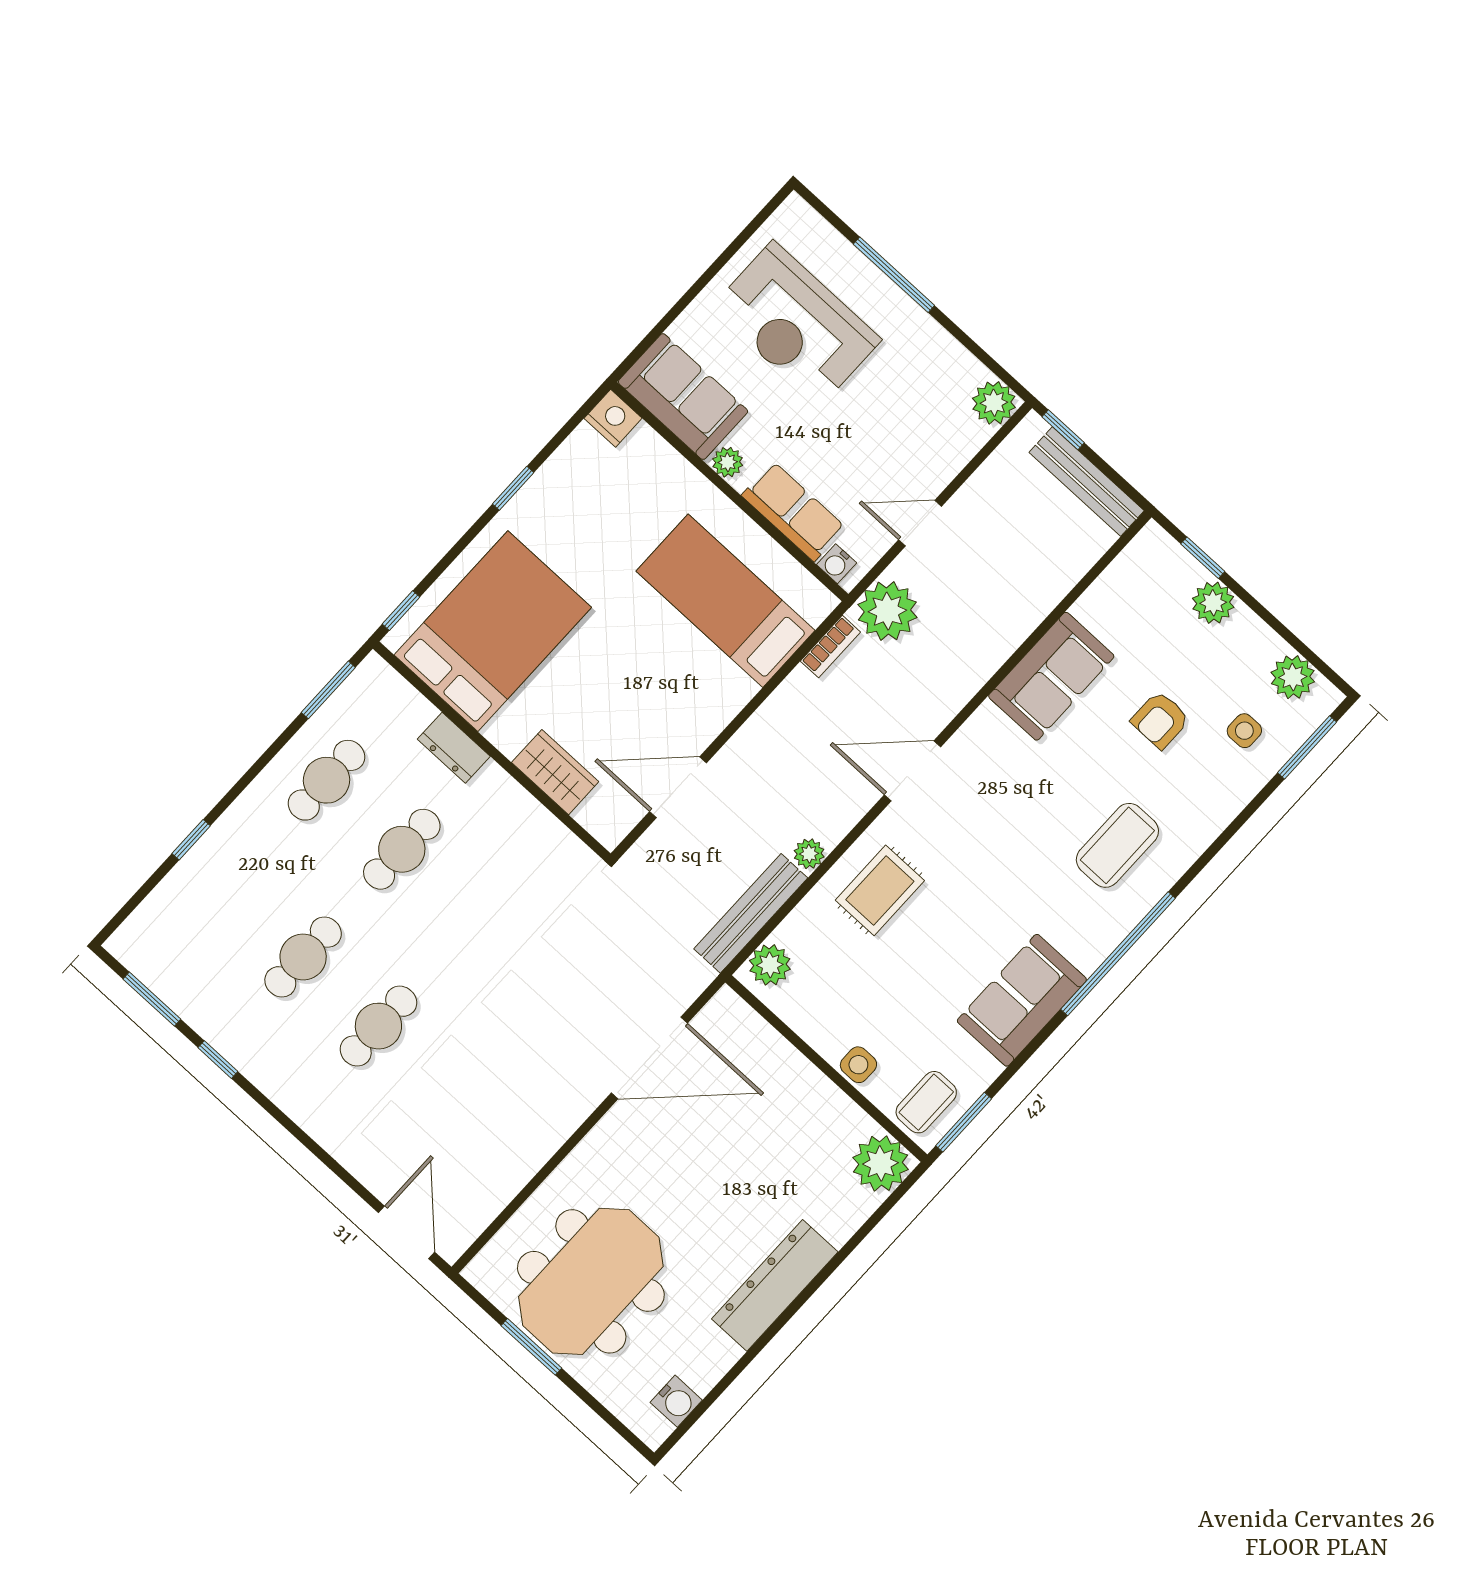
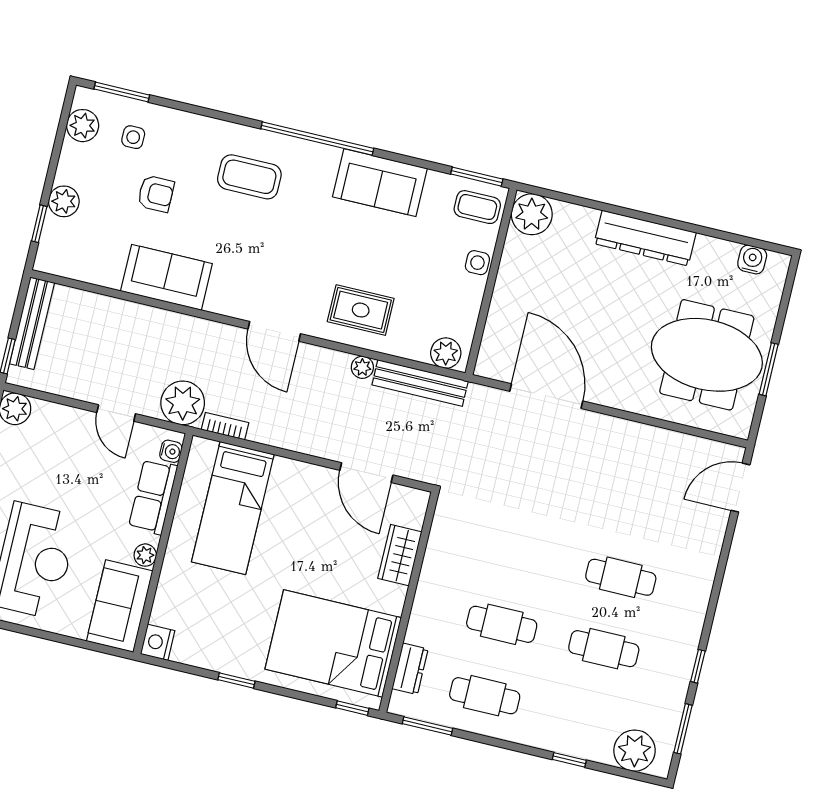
dresser: (454, 748) -> (410, 669), moved
plant: (158, 925) -> (635, 751), added

